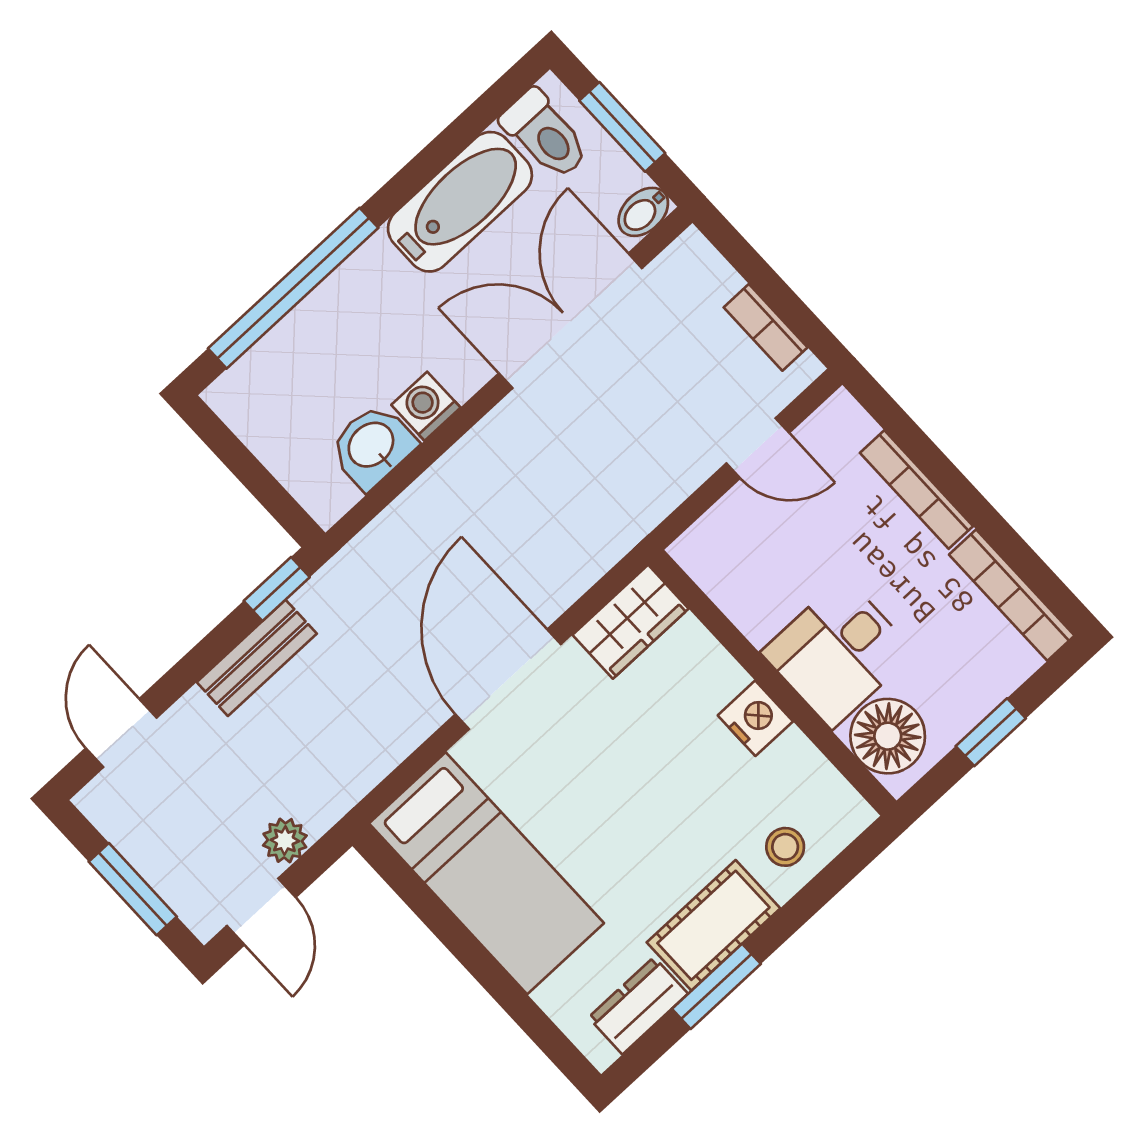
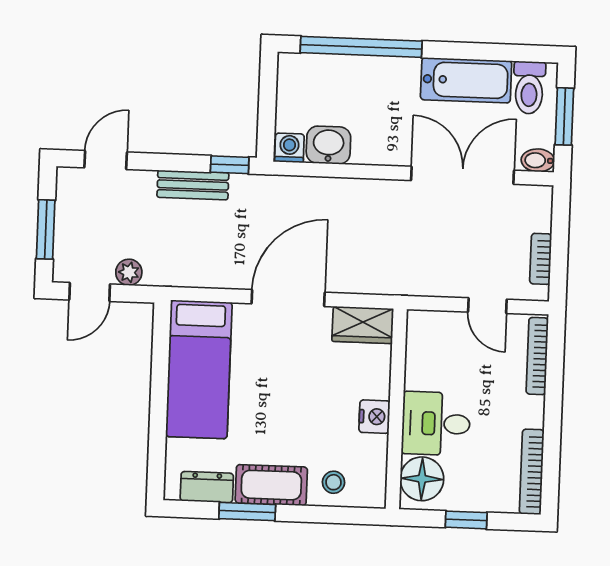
washing machine: (426, 406) -> (289, 148), moved
bookcase: (916, 490) -> (537, 356), moved

